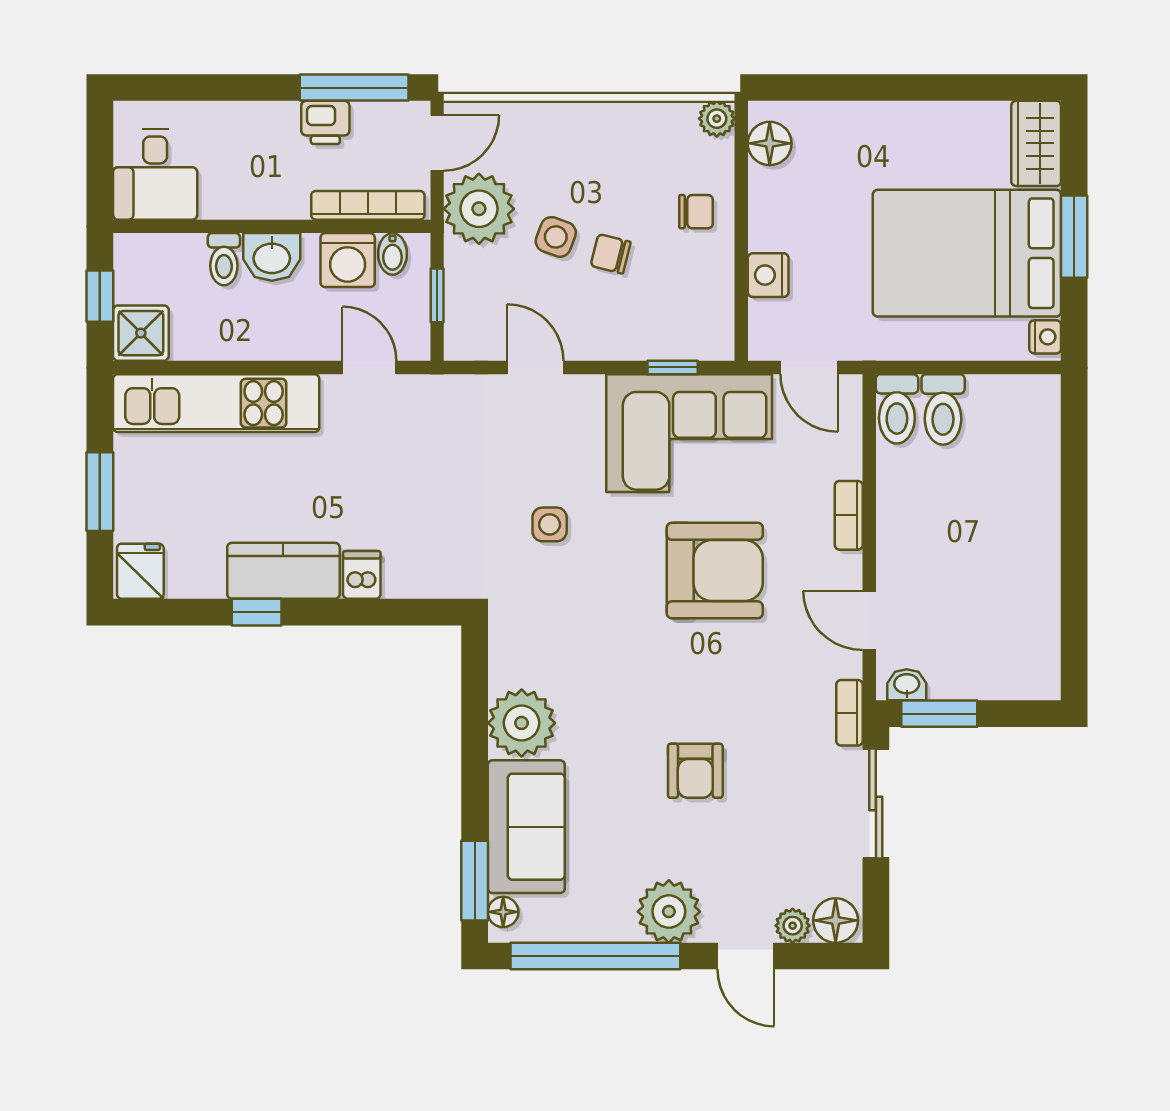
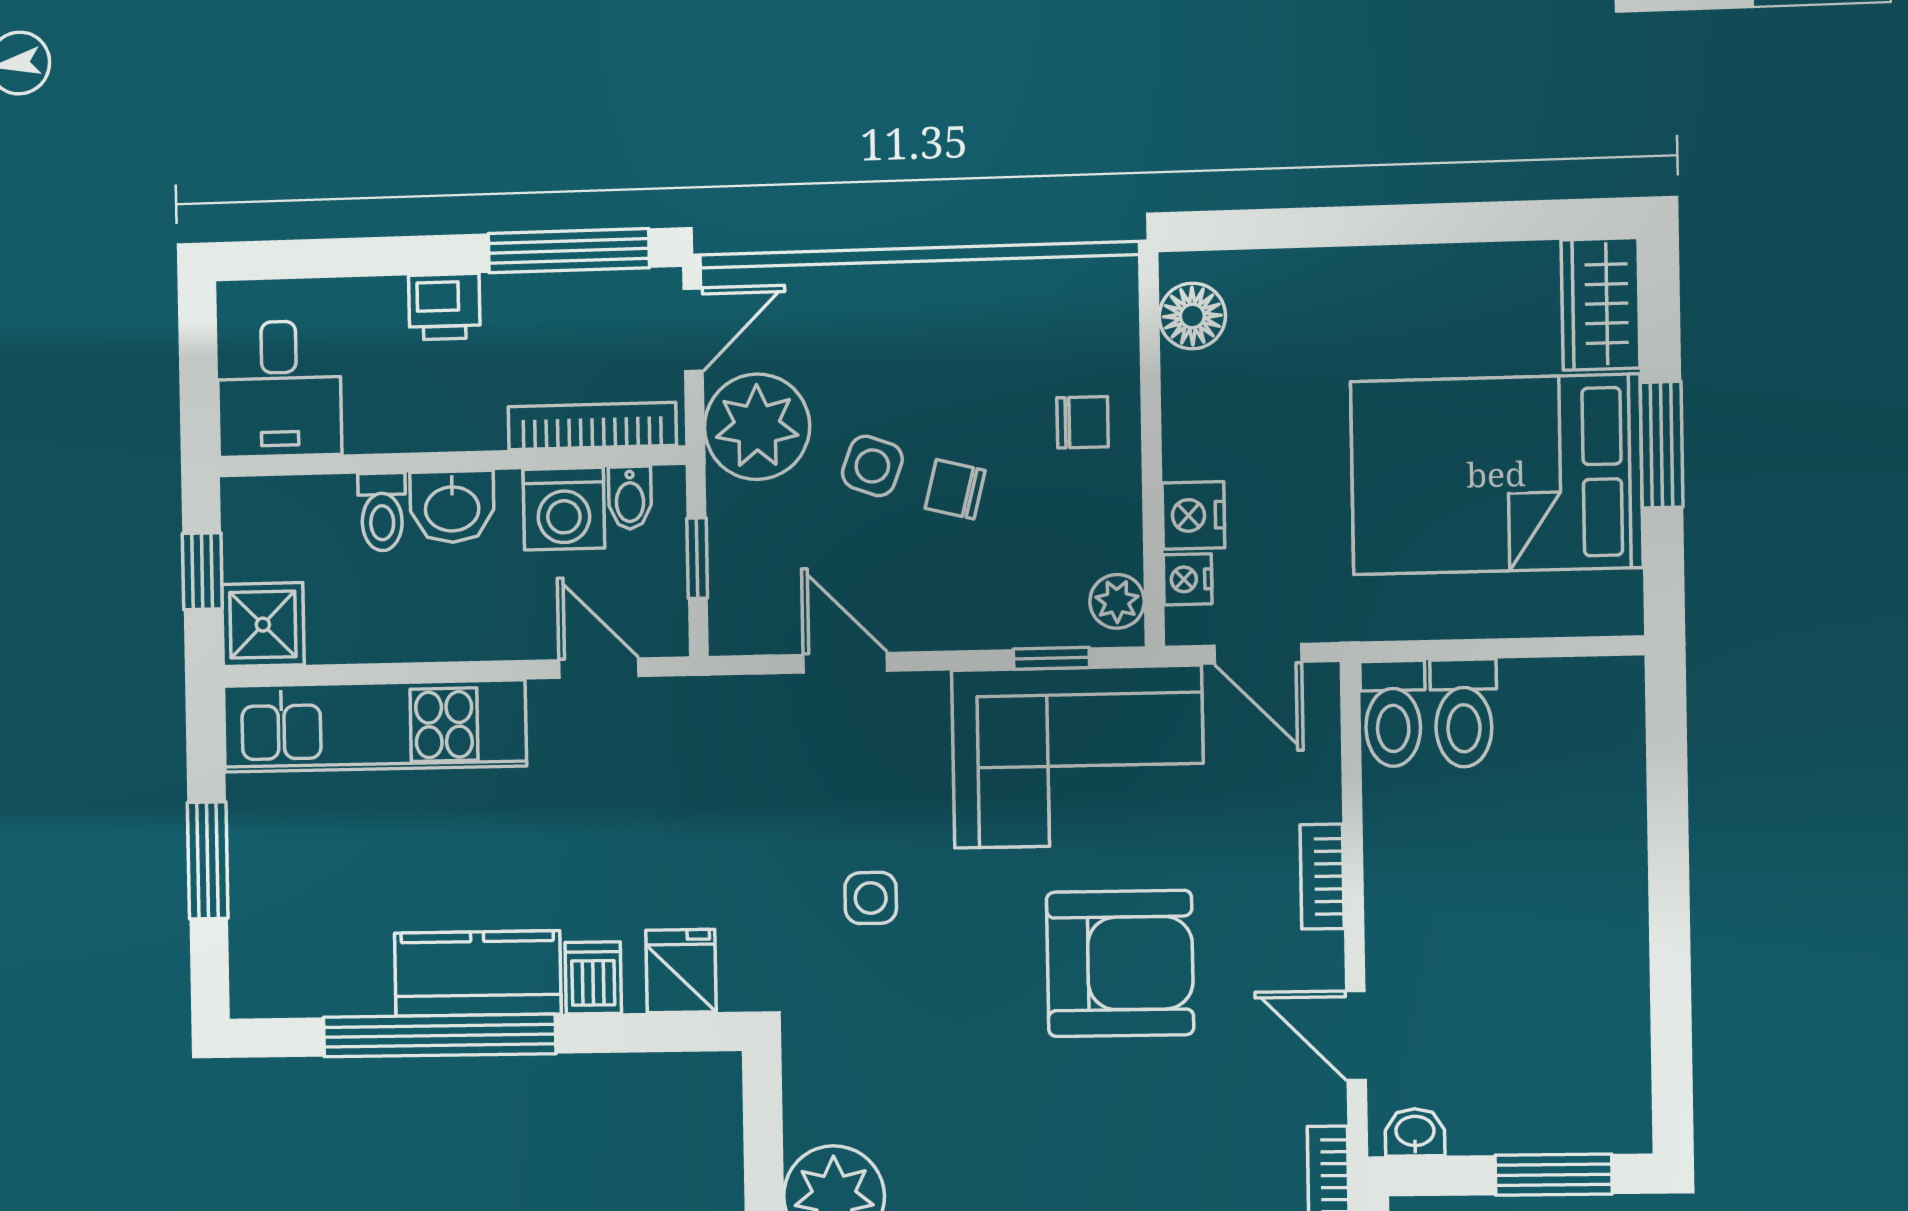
plant: (717, 119) -> (1117, 601), moved
printer: (325, 122) -> (444, 307), moved
nightstand: (1045, 337) -> (1188, 579), moved, turned 180
fridge: (140, 571) -> (681, 971), moved
window: (257, 612) -> (439, 1035), width x3.17
window: (939, 714) -> (1554, 1175), moved

